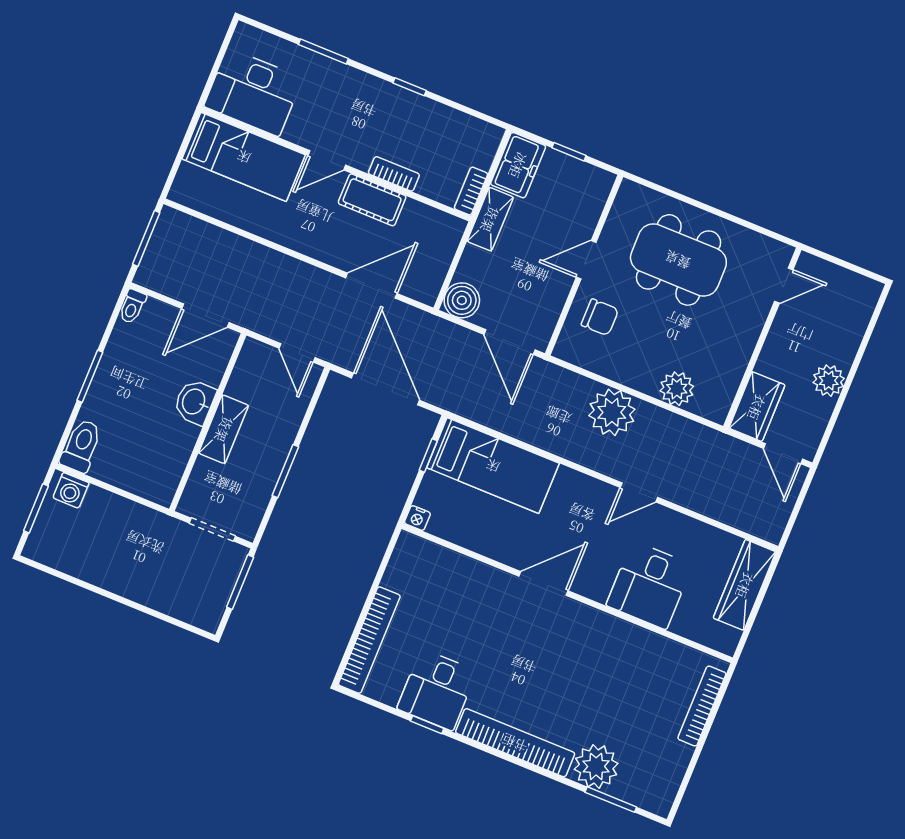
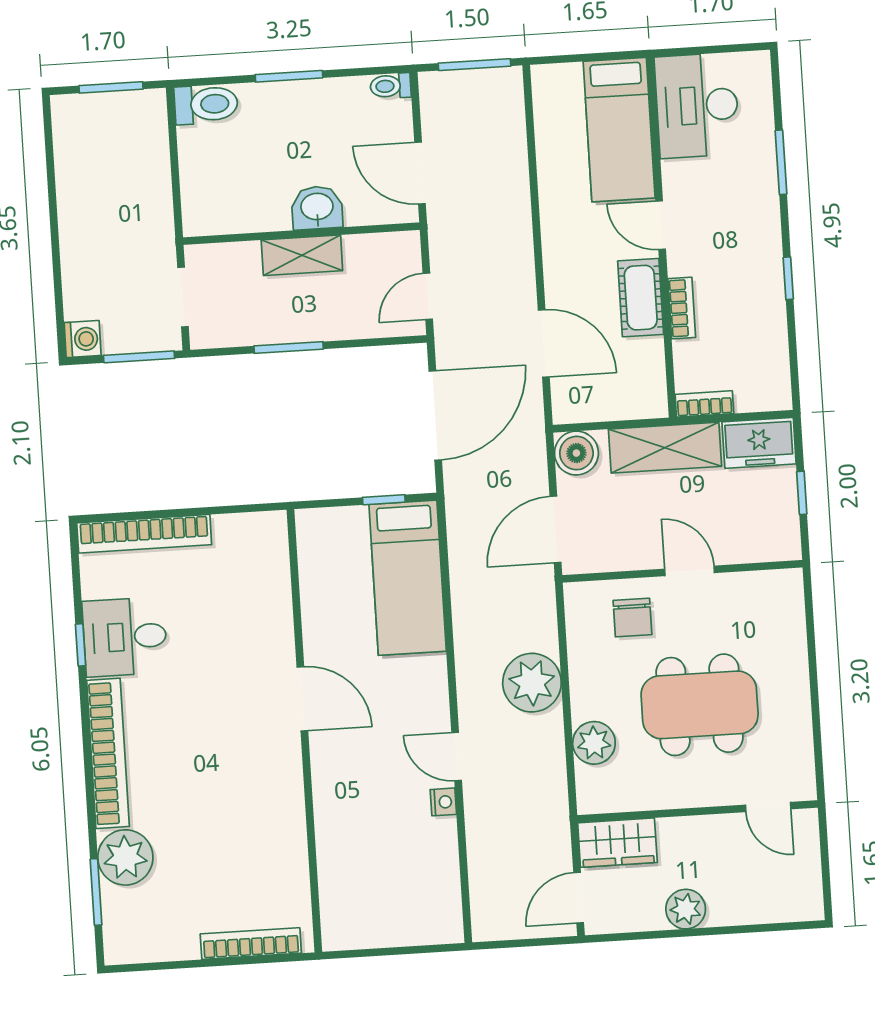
shelving: (490, 219) -> (665, 448), width x1.50, depth x1.33
dining table: (678, 260) -> (700, 705), moved, turned 90
washing machine: (71, 490) -> (83, 339), moved, turned 180
nightstand: (417, 518) -> (443, 802), moved, turned 180
desk: (649, 585) -> (358, 819), removed
wardrobe: (745, 585) -> (410, 926), removed

